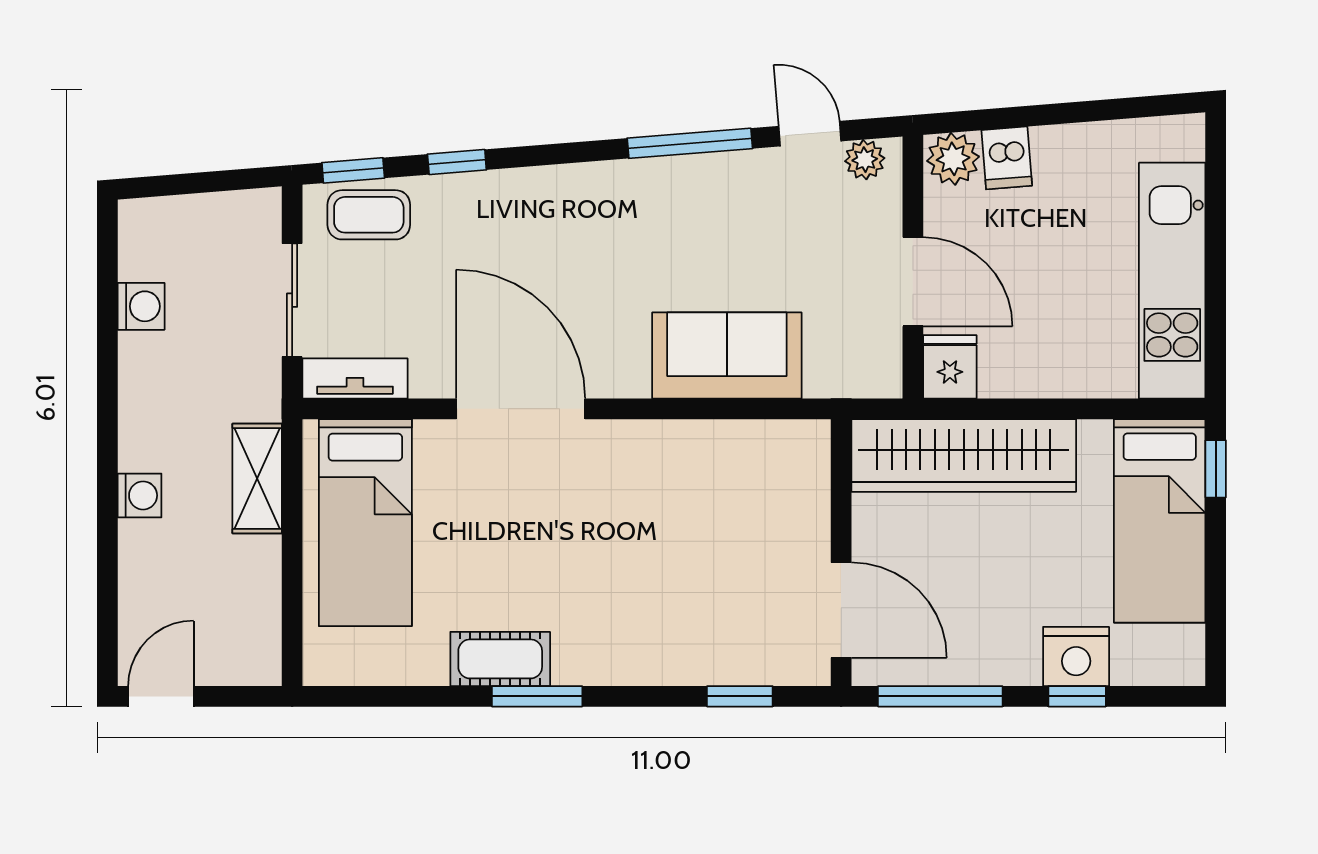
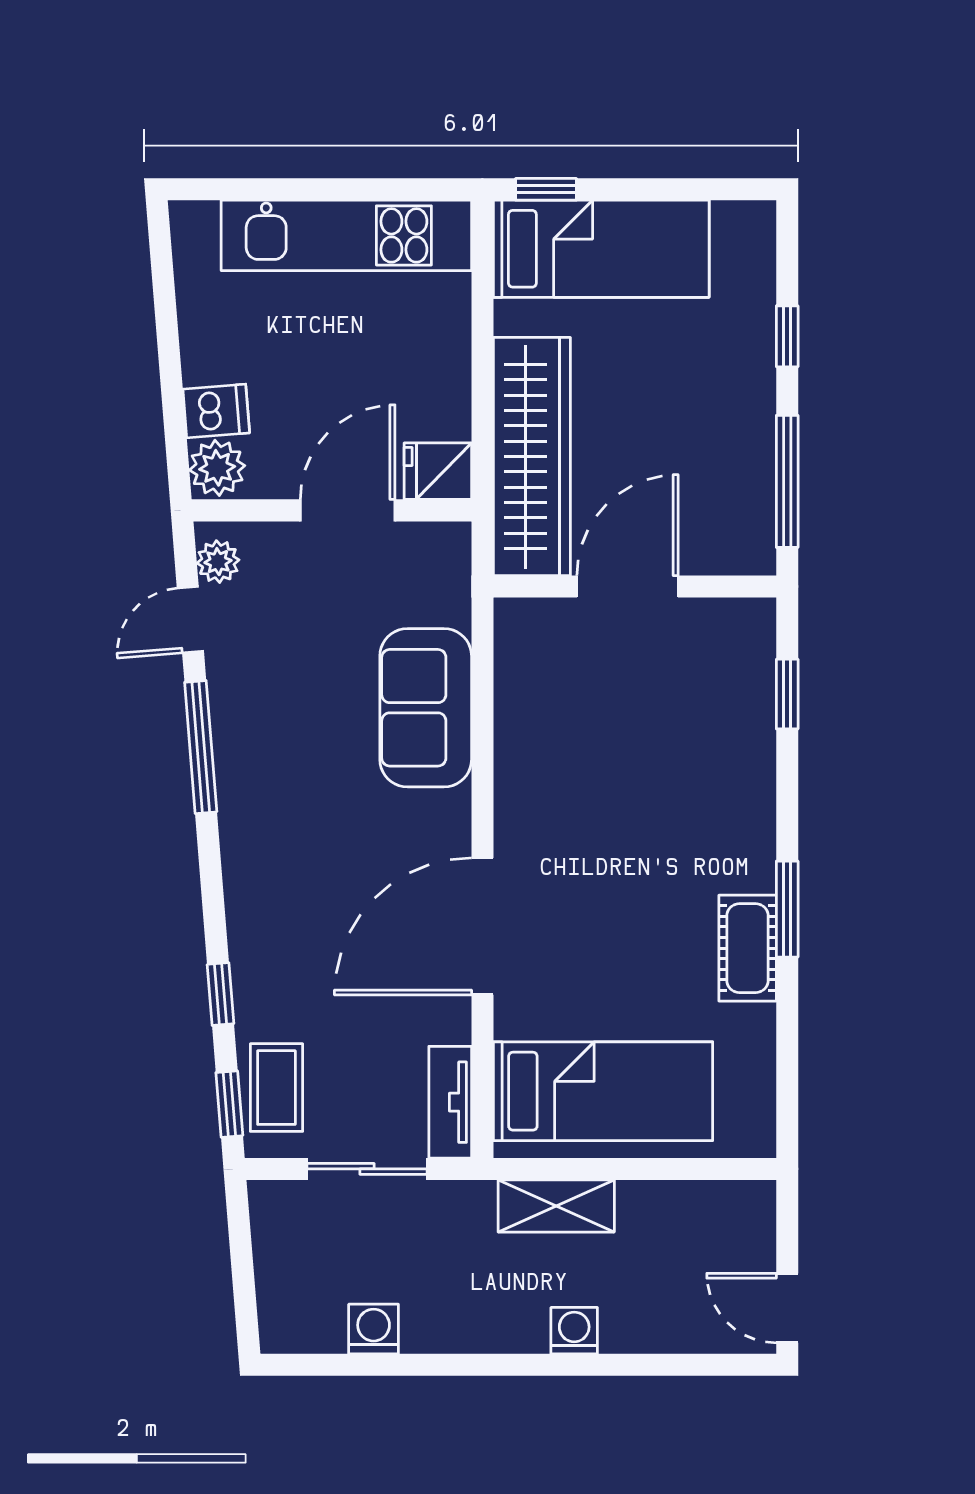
door: (841, 610) -> (628, 587), moved
nightstand: (1076, 656) -> (745, 337), removed

